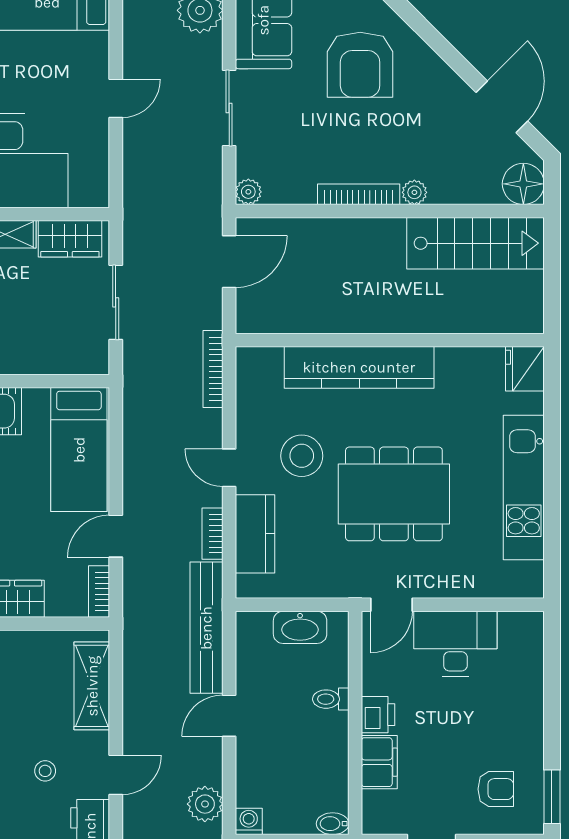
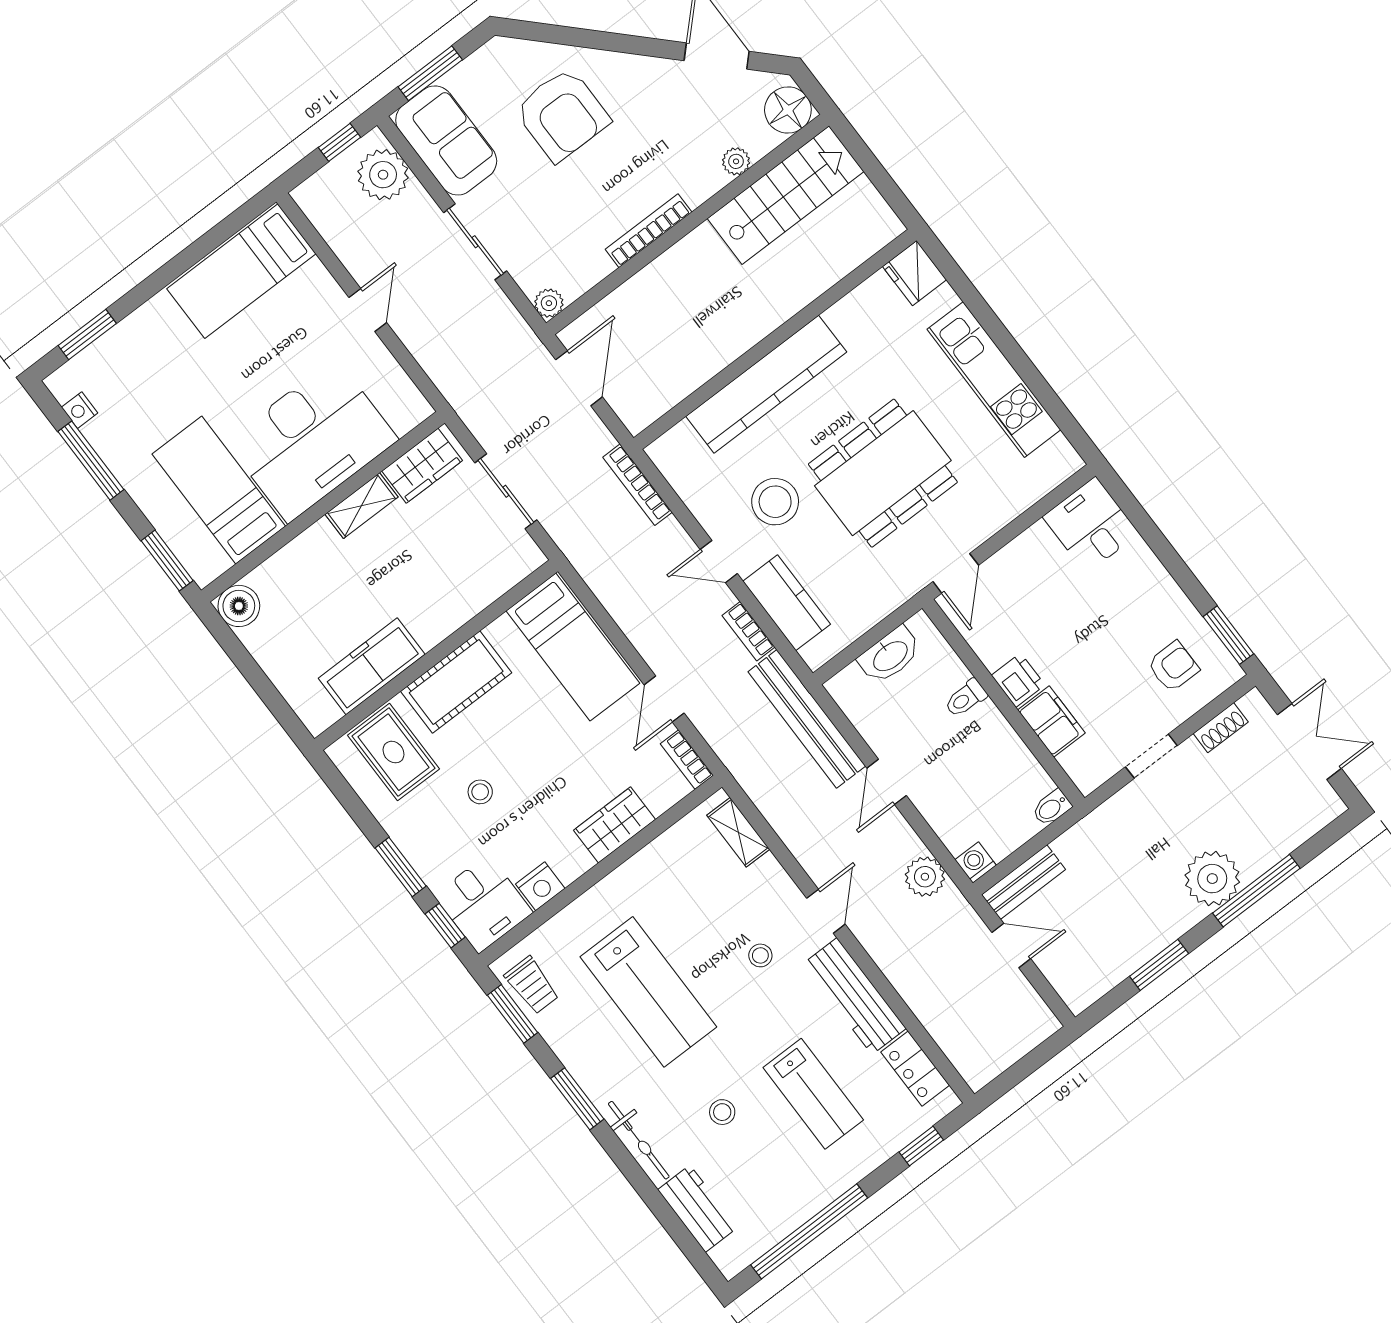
plant: (414, 192) -> (736, 161), moved
desk: (455, 644) -> (1091, 525), moved, width x0.73
shelving: (92, 686) -> (738, 832), width x0.67, depth x0.75

